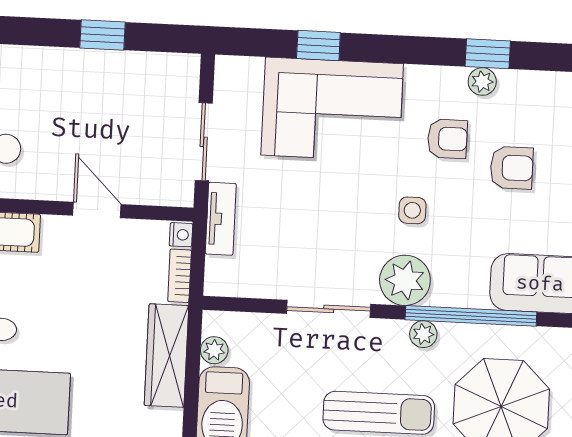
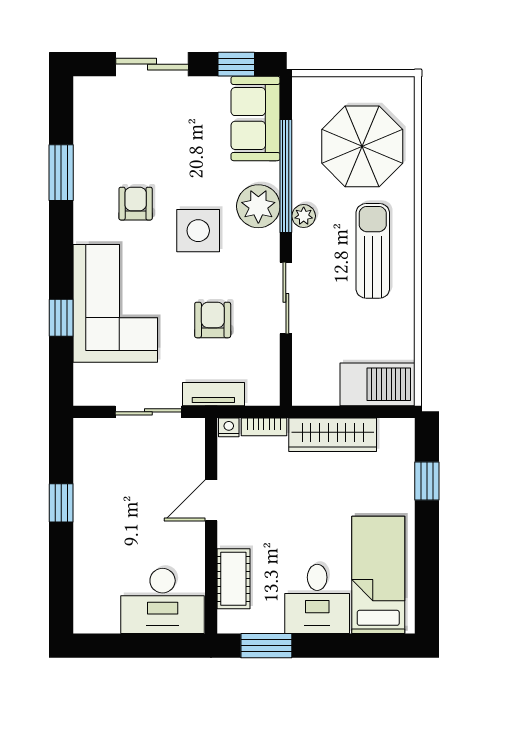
window: (488, 54) -> (61, 173), width x1.50
plant: (482, 82) -> (85, 176), removed
armchair: (512, 168) -> (213, 320), moved
side table: (412, 210) -> (198, 231), width x1.87, depth x1.87
plant: (405, 280) -> (258, 206), moved
plant: (214, 350) -> (326, 394), removed

